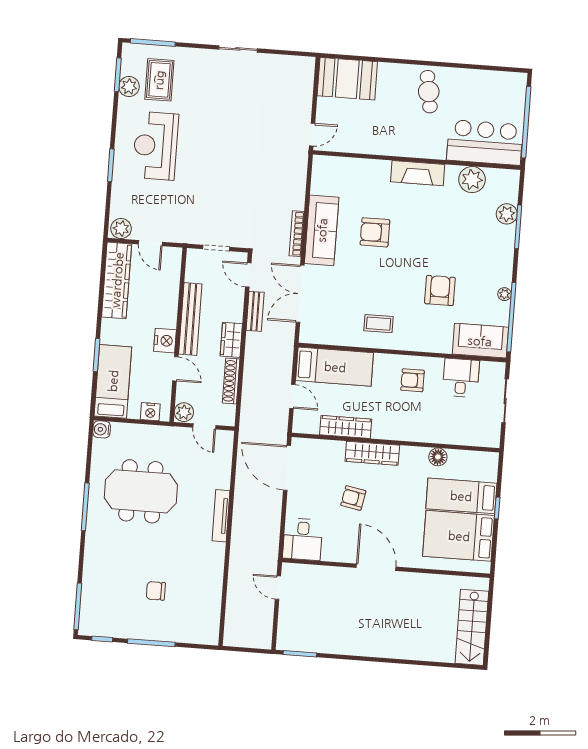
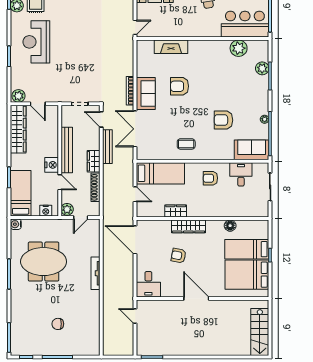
fireplace: (418, 173) -> (171, 47), moved
sofa: (322, 230) -> (146, 93), width x0.73
armchair: (440, 290) -> (224, 120), turned -90
bench: (255, 311) -> (107, 147), width x1.36
door: (204, 426) -> (81, 217), hinge flipped
wardrobe: (346, 427) -> (176, 211), width x0.67

